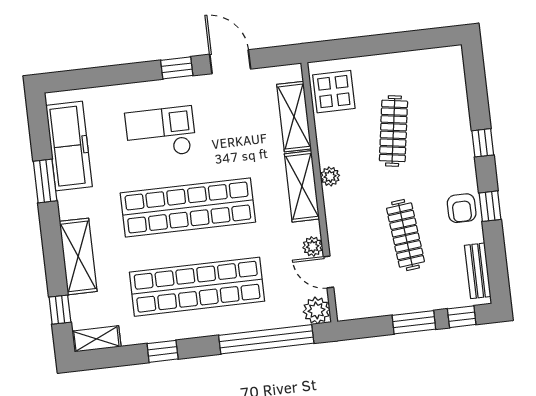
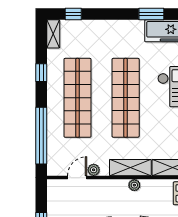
shelving: (78, 256) -> (104, 29), removed
plant: (316, 310) -> (55, 168), removed

